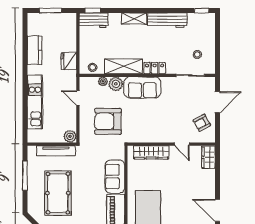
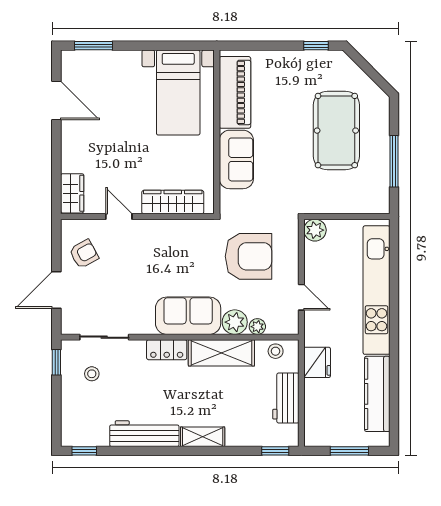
workbench: (94, 20) -> (286, 398), moved, turned -90
kitchen counter: (35, 50) -> (377, 394), width x1.50
window: (217, 61) -> (56, 362), added
kitchen unit: (35, 102) -> (376, 290), width x1.36
tv unit: (56, 151) -> (340, 205), removed

